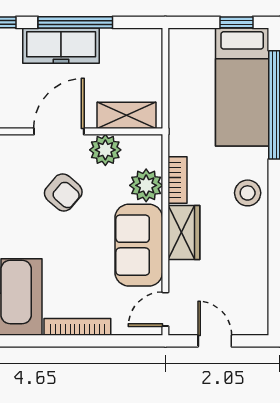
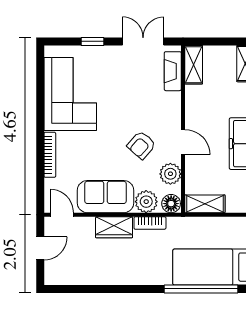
shelving: (126, 115) -> (205, 204), moved, turned 90
door: (59, 131) -> (183, 142), width x0.73
floor lamp: (149, 149) -> (171, 204), added
stool: (248, 193) -> (141, 271), removed

